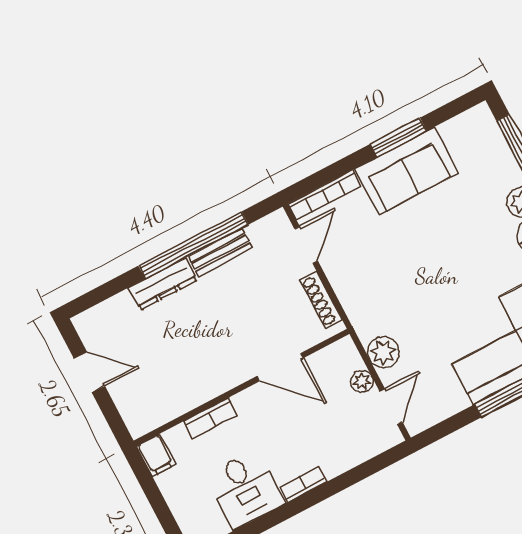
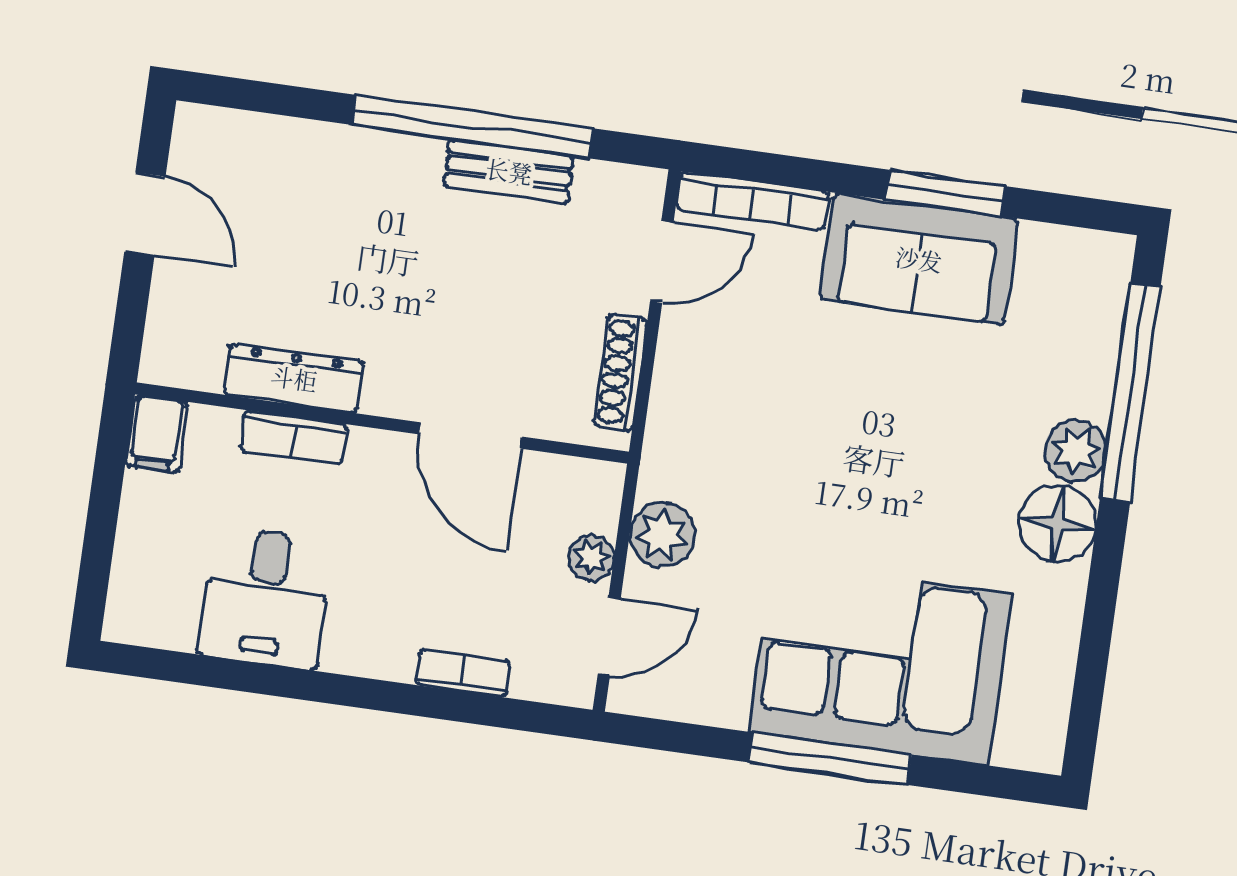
dresser: (163, 284) -> (294, 378), moved, turned 180
bookcase: (303, 484) -> (463, 673), moved

